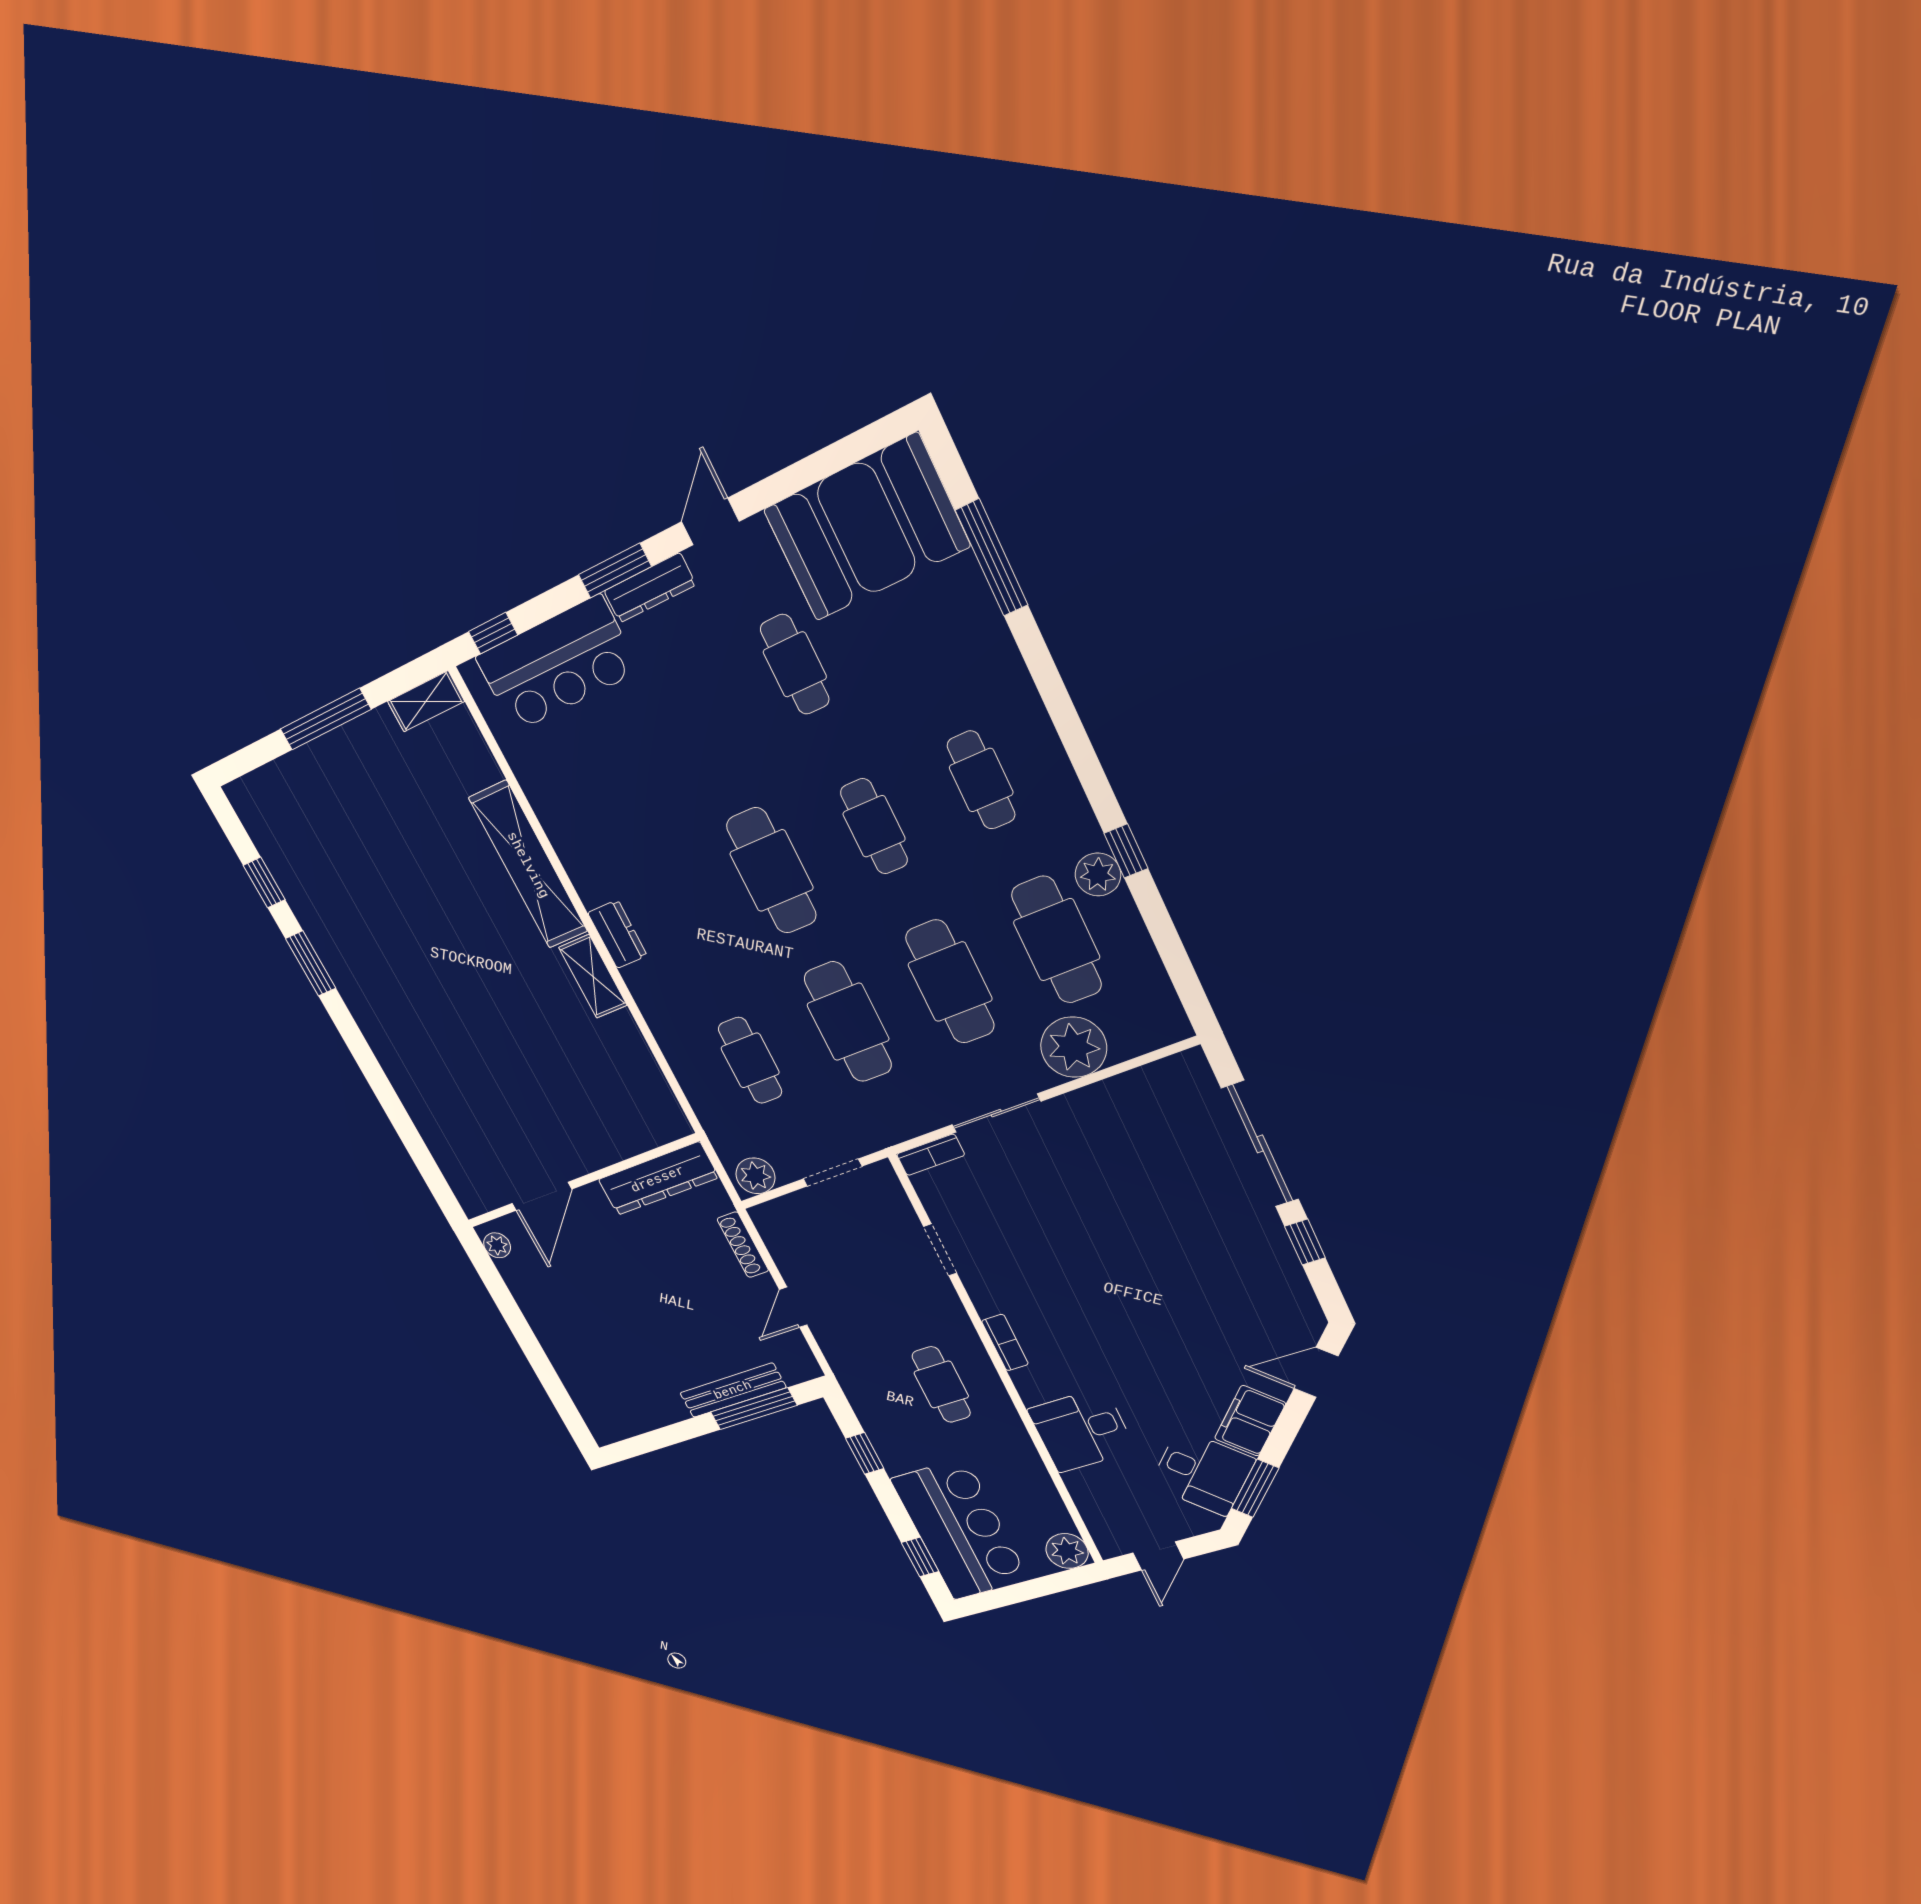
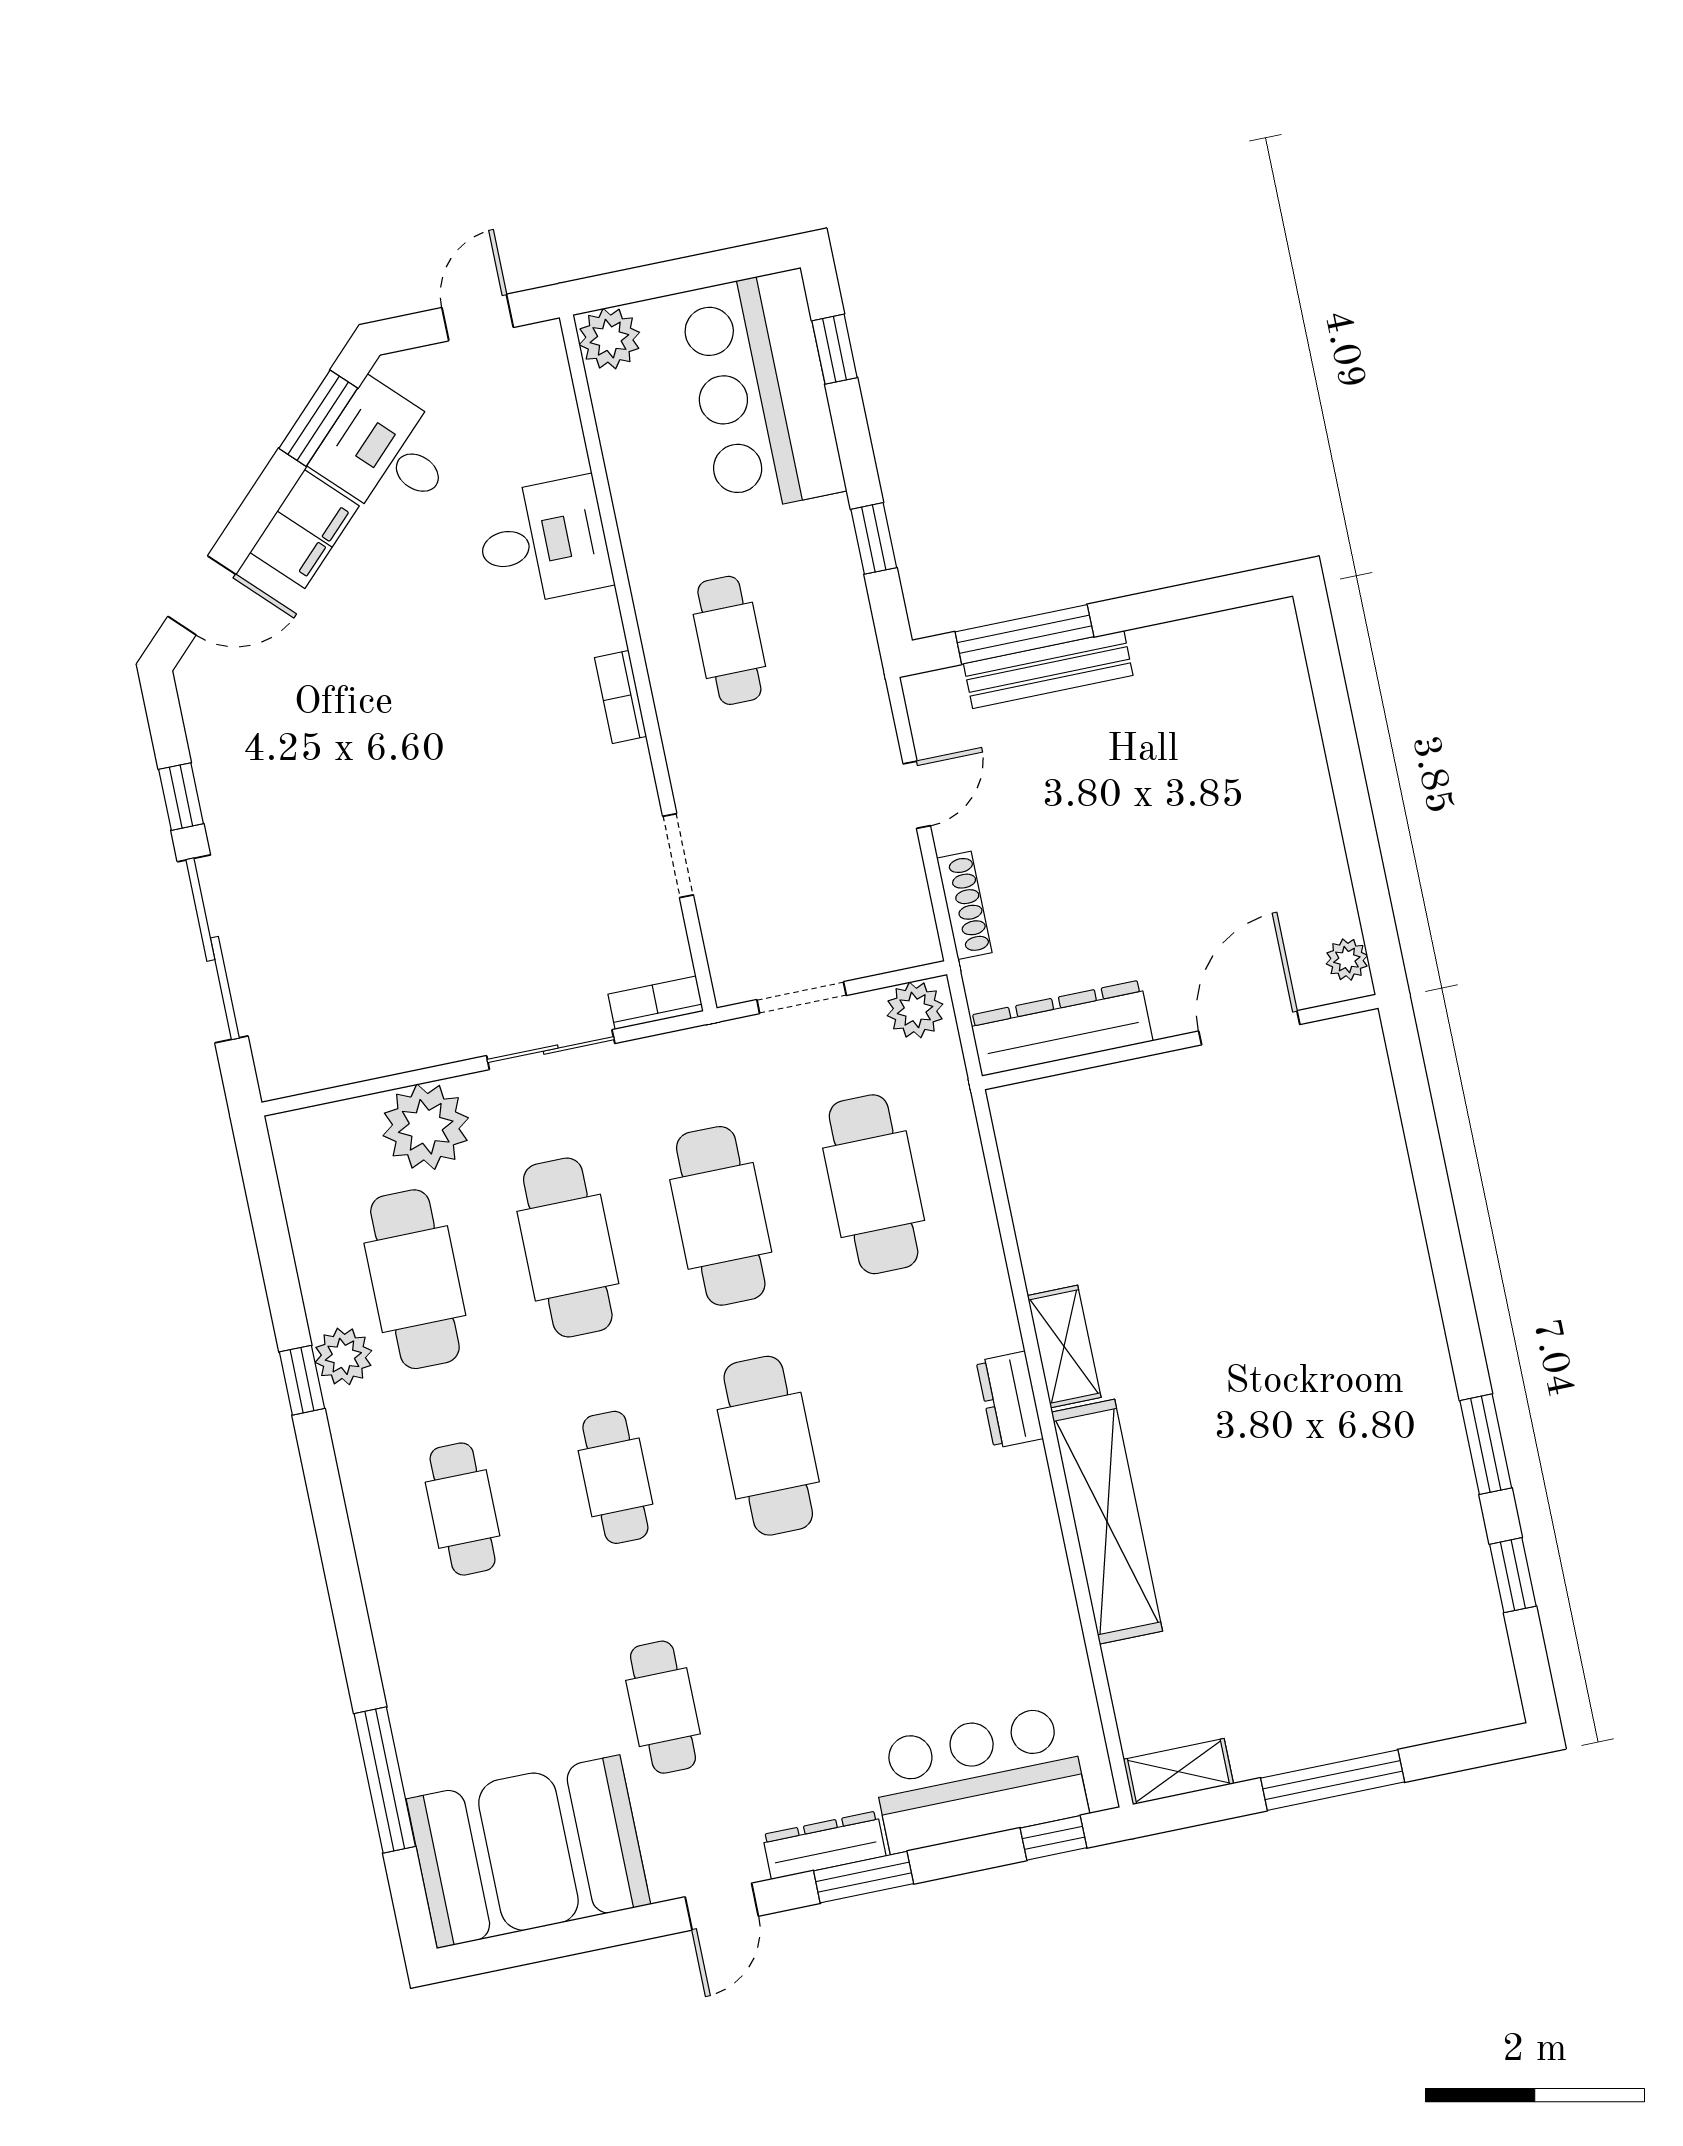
cafe table: (750, 1060) -> (874, 1184), width x1.37, depth x1.35

